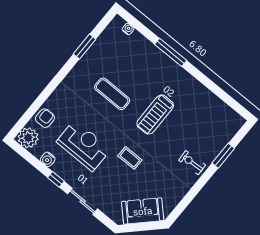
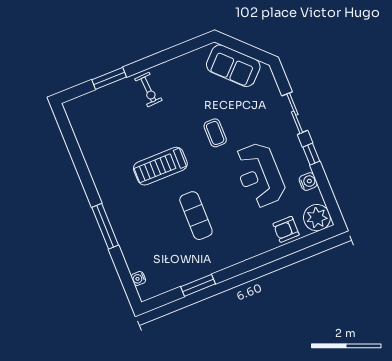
treadmill: (155, 115) -> (160, 166), turned 180

